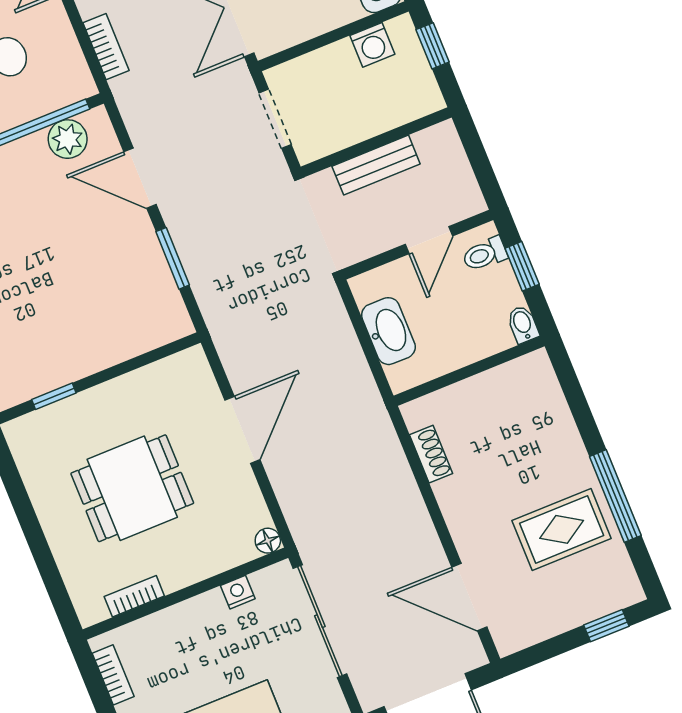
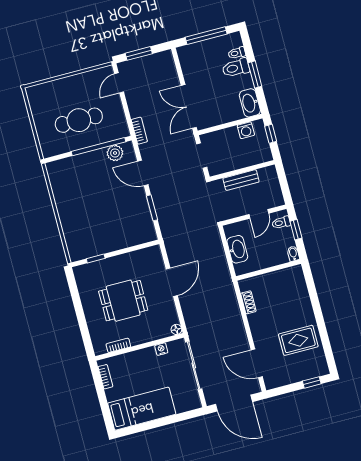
bookcase: (106, 47) -> (139, 131), moved
window: (615, 496) -> (322, 329), removed

